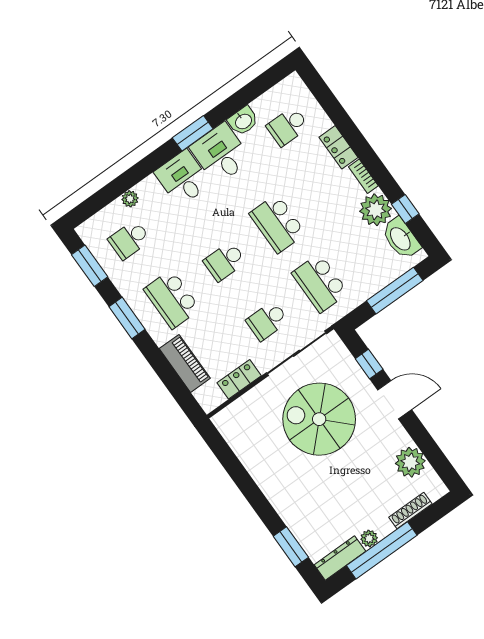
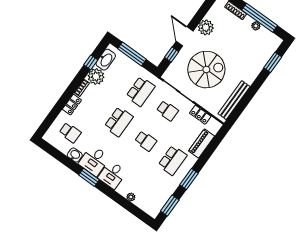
school desk: (129, 240) -> (151, 191), removed
spiral stairs: (319, 419) -> (206, 70), turned -90
bench: (245, 451) -> (234, 100), added
plant: (410, 462) -> (206, 27), moved
dresser: (340, 558) -> (270, 37), removed

